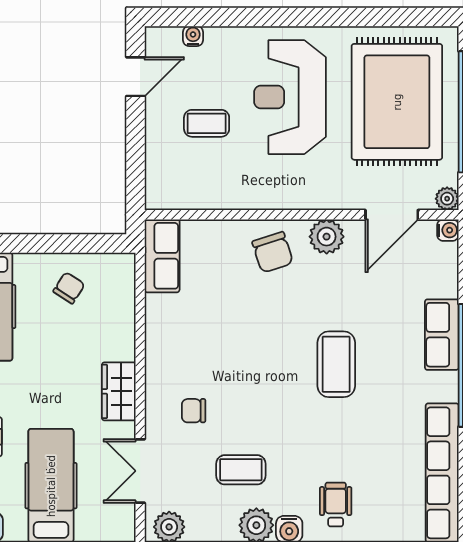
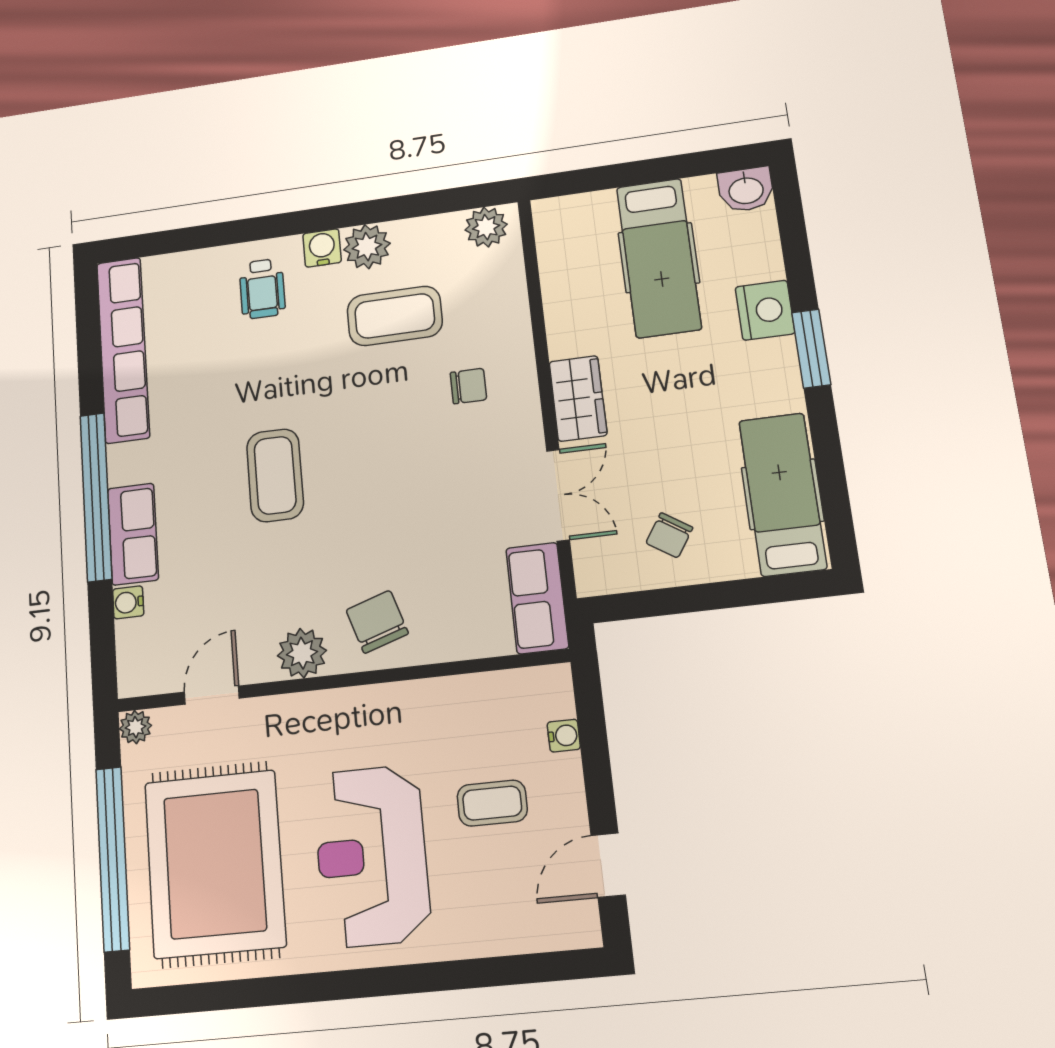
water cooler: (193, 36) -> (564, 736), moved, turned -90
reception desk: (290, 97) -> (372, 856), turned 180
door: (392, 215) -> (212, 695), width x0.73
water cooler: (448, 230) -> (128, 602), moved
coffee table: (241, 470) -> (395, 316), width x1.36, depth x1.30
double door: (140, 471) -> (558, 495), moved

